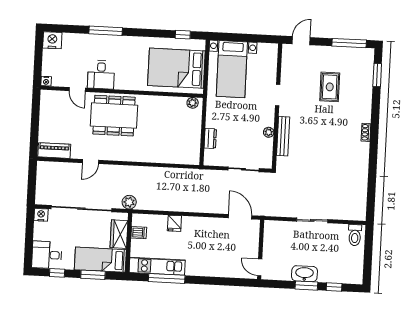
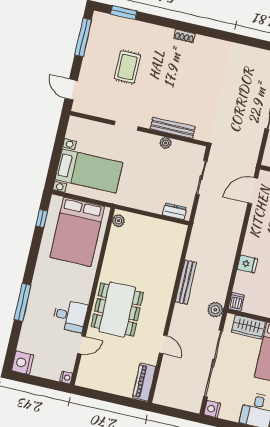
rug: (330, 87) -> (127, 67), turned 90
dresser: (210, 138) -> (175, 211), moved
bench: (149, 172) -> (186, 282), added
dishwasher: (139, 233) -> (236, 302), moved

